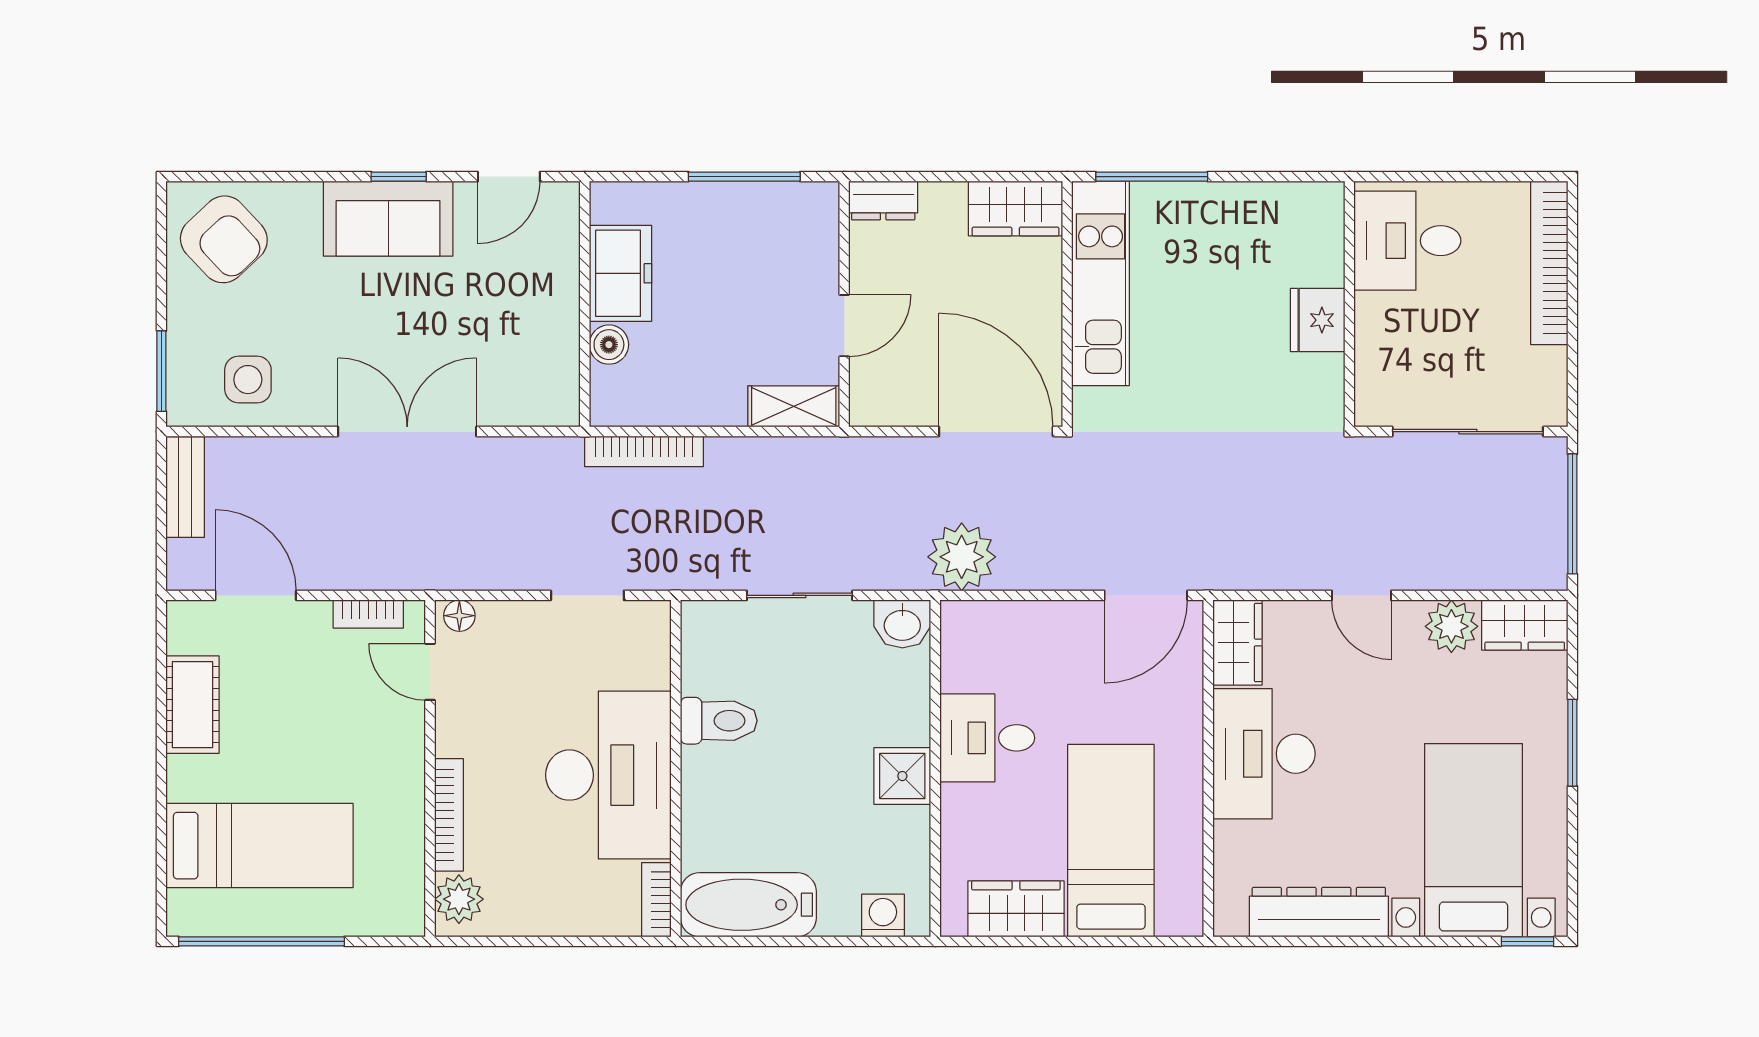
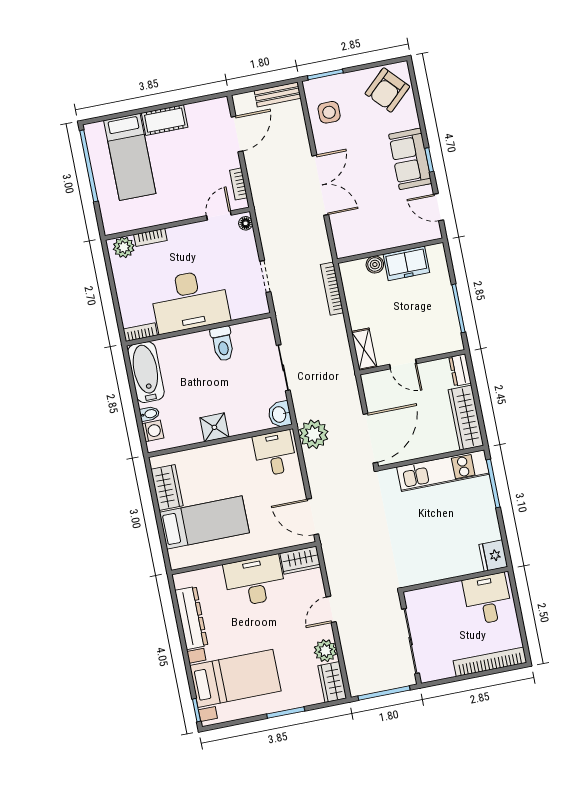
wardrobe: (1016, 209) -> (466, 418), width x1.50
fridge: (1318, 320) -> (493, 556), moved, turned -90
cot: (193, 705) -> (165, 120), moved
desk: (987, 738) -> (275, 453), moved
bookcase: (449, 815) -> (150, 237), width x0.64
bidet: (843, 915) -> (149, 414), added

